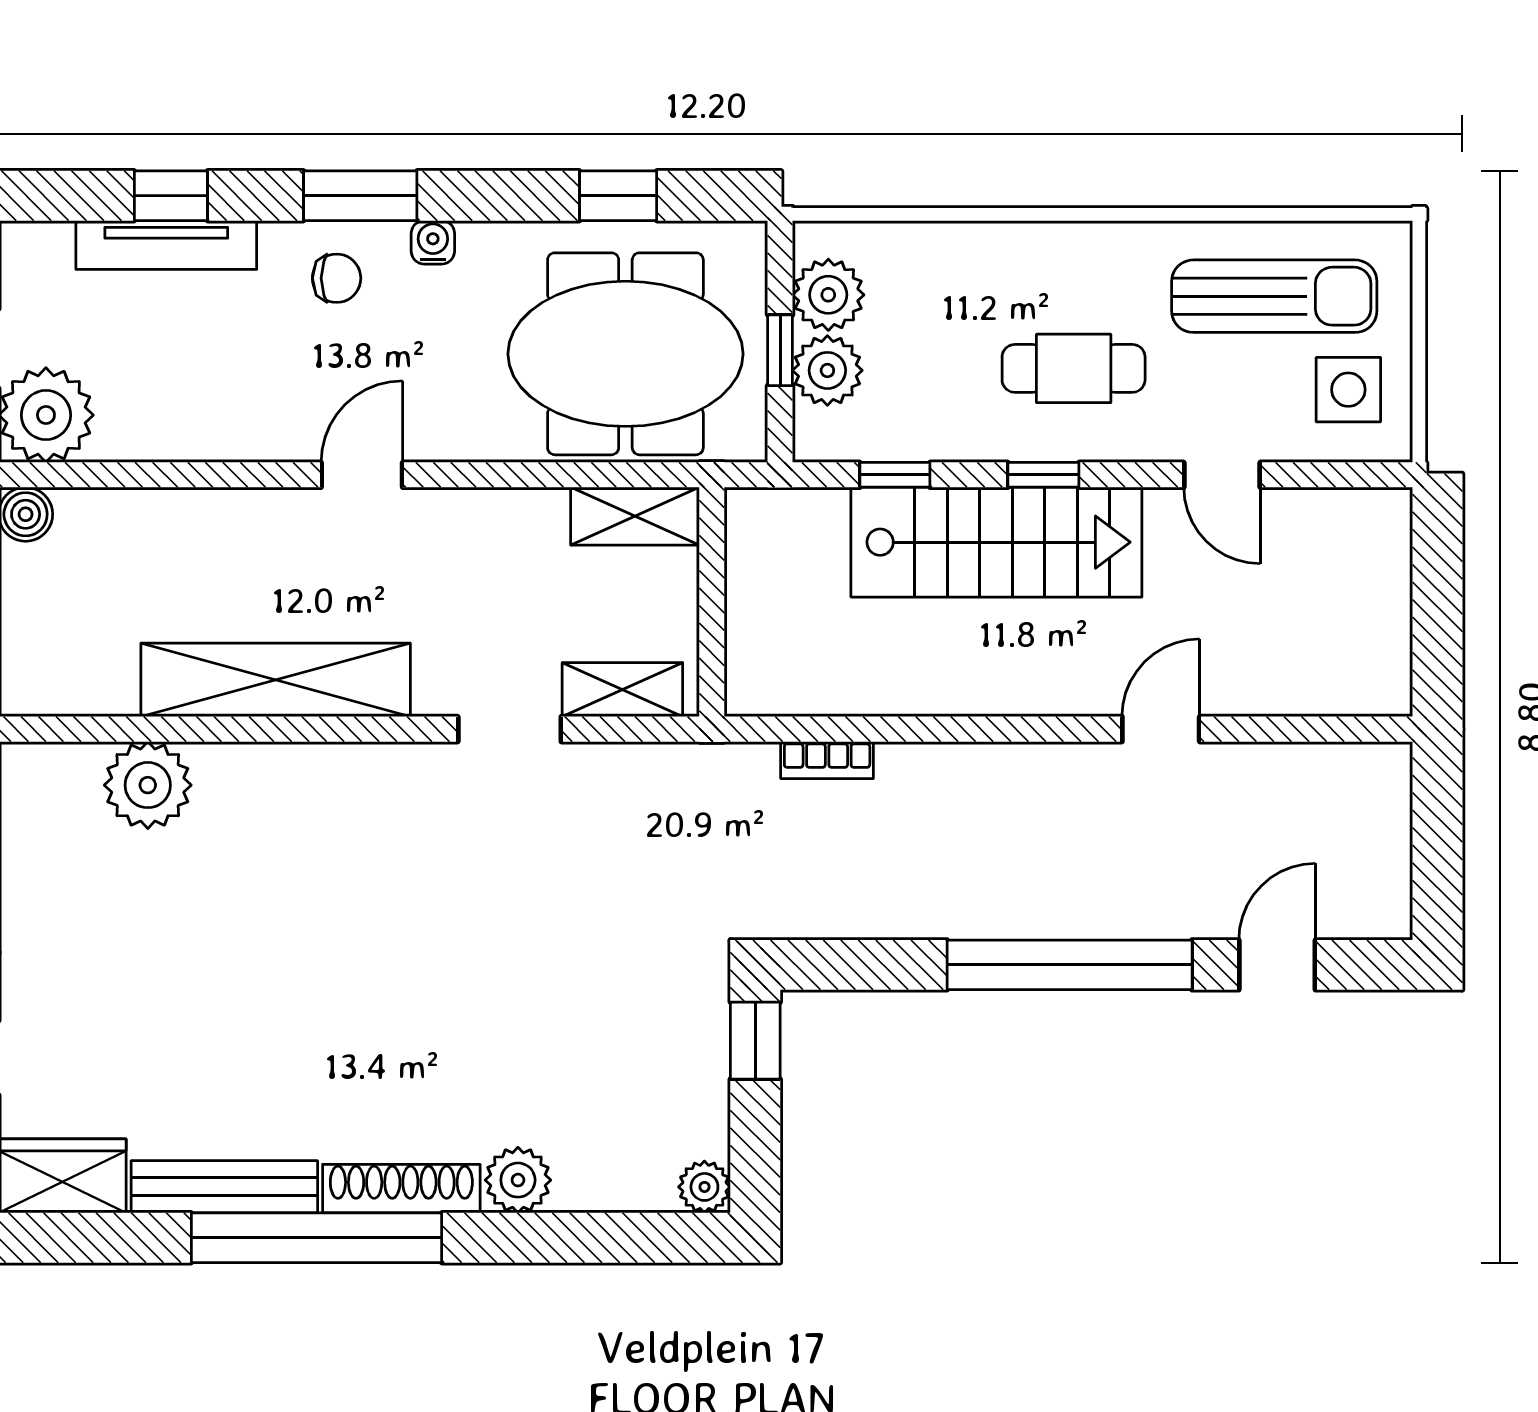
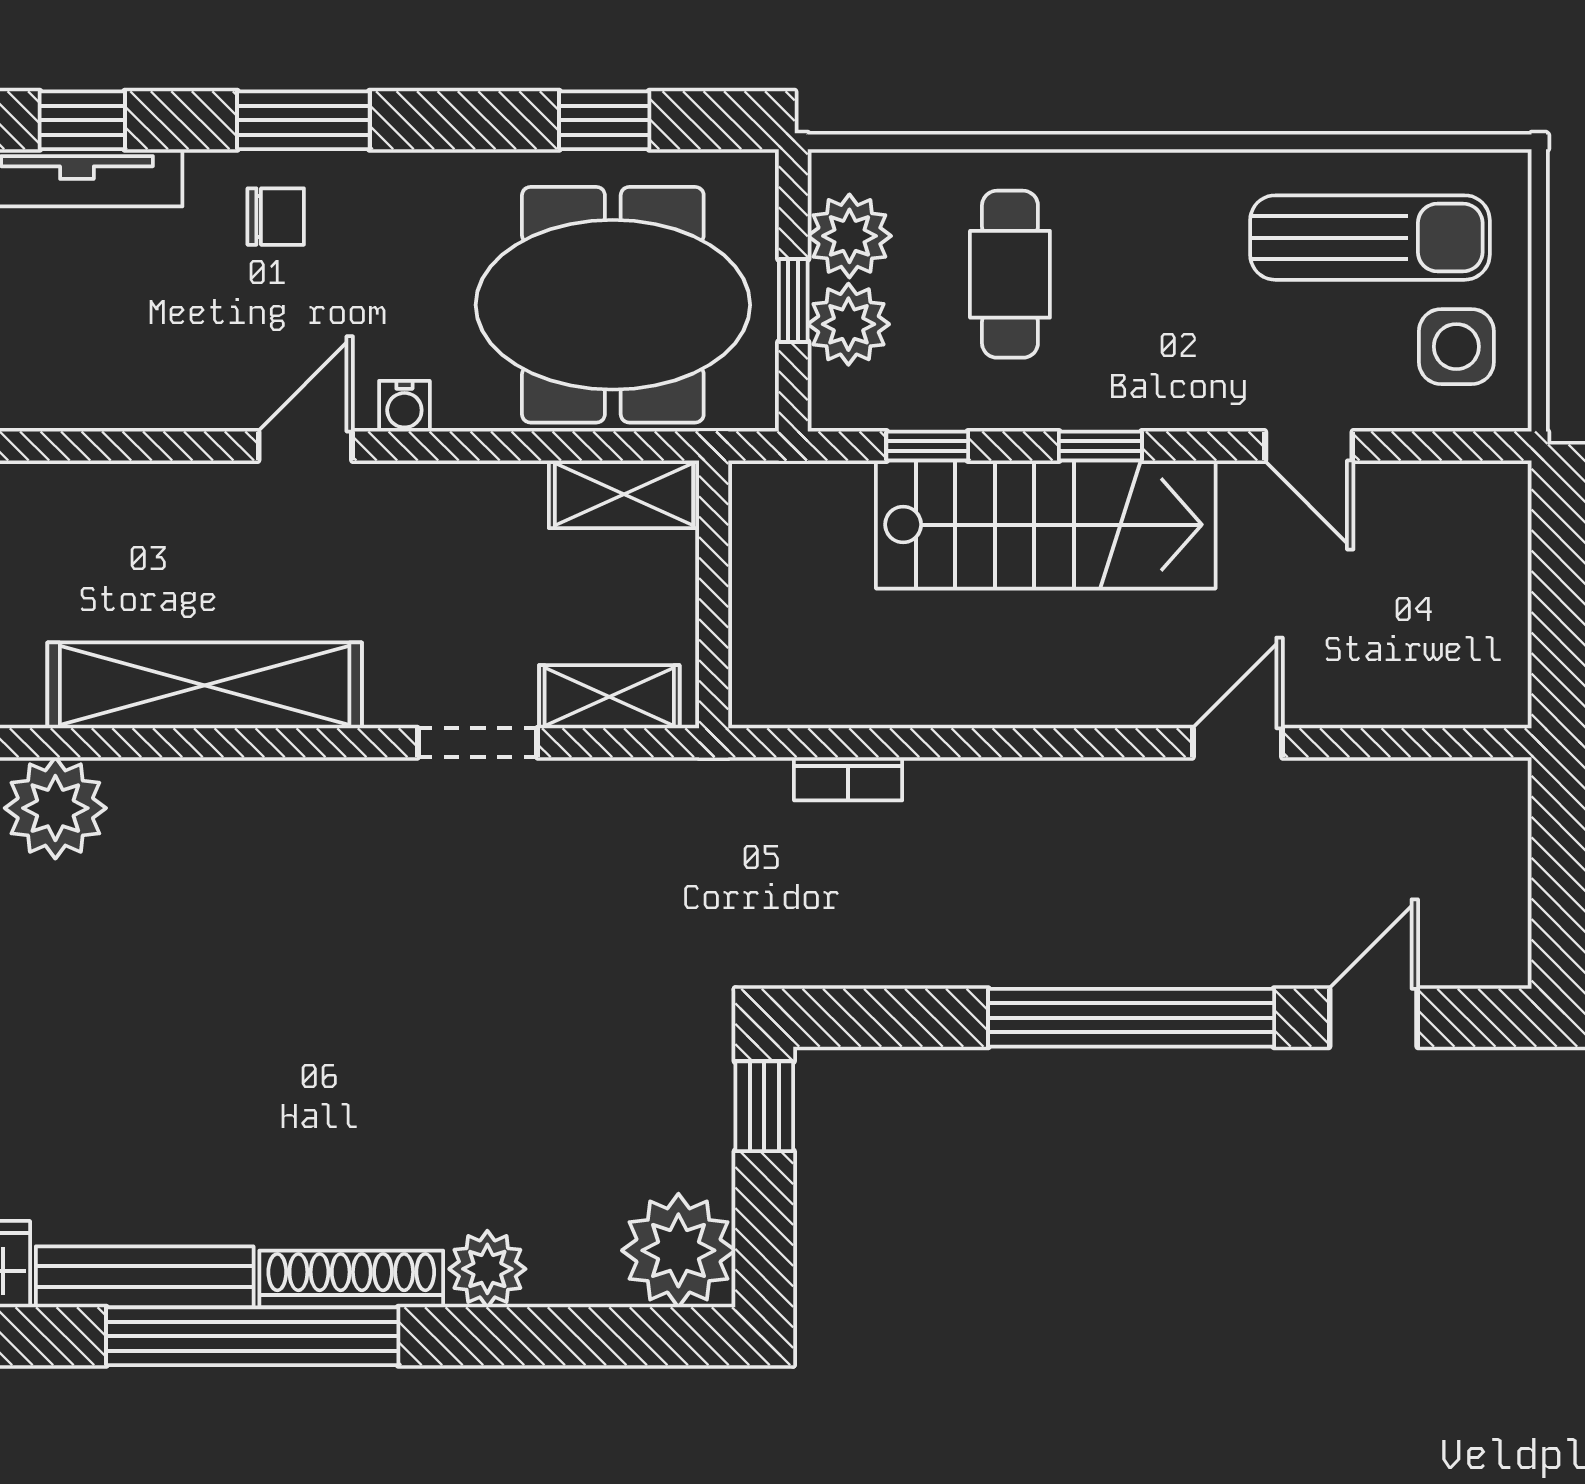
water cooler: (433, 242) -> (404, 406), moved, turned 180
cafe table: (1074, 368) -> (1010, 274), moved, turned 90
plant: (704, 1187) -> (678, 1250), width x1.88, depth x1.88

